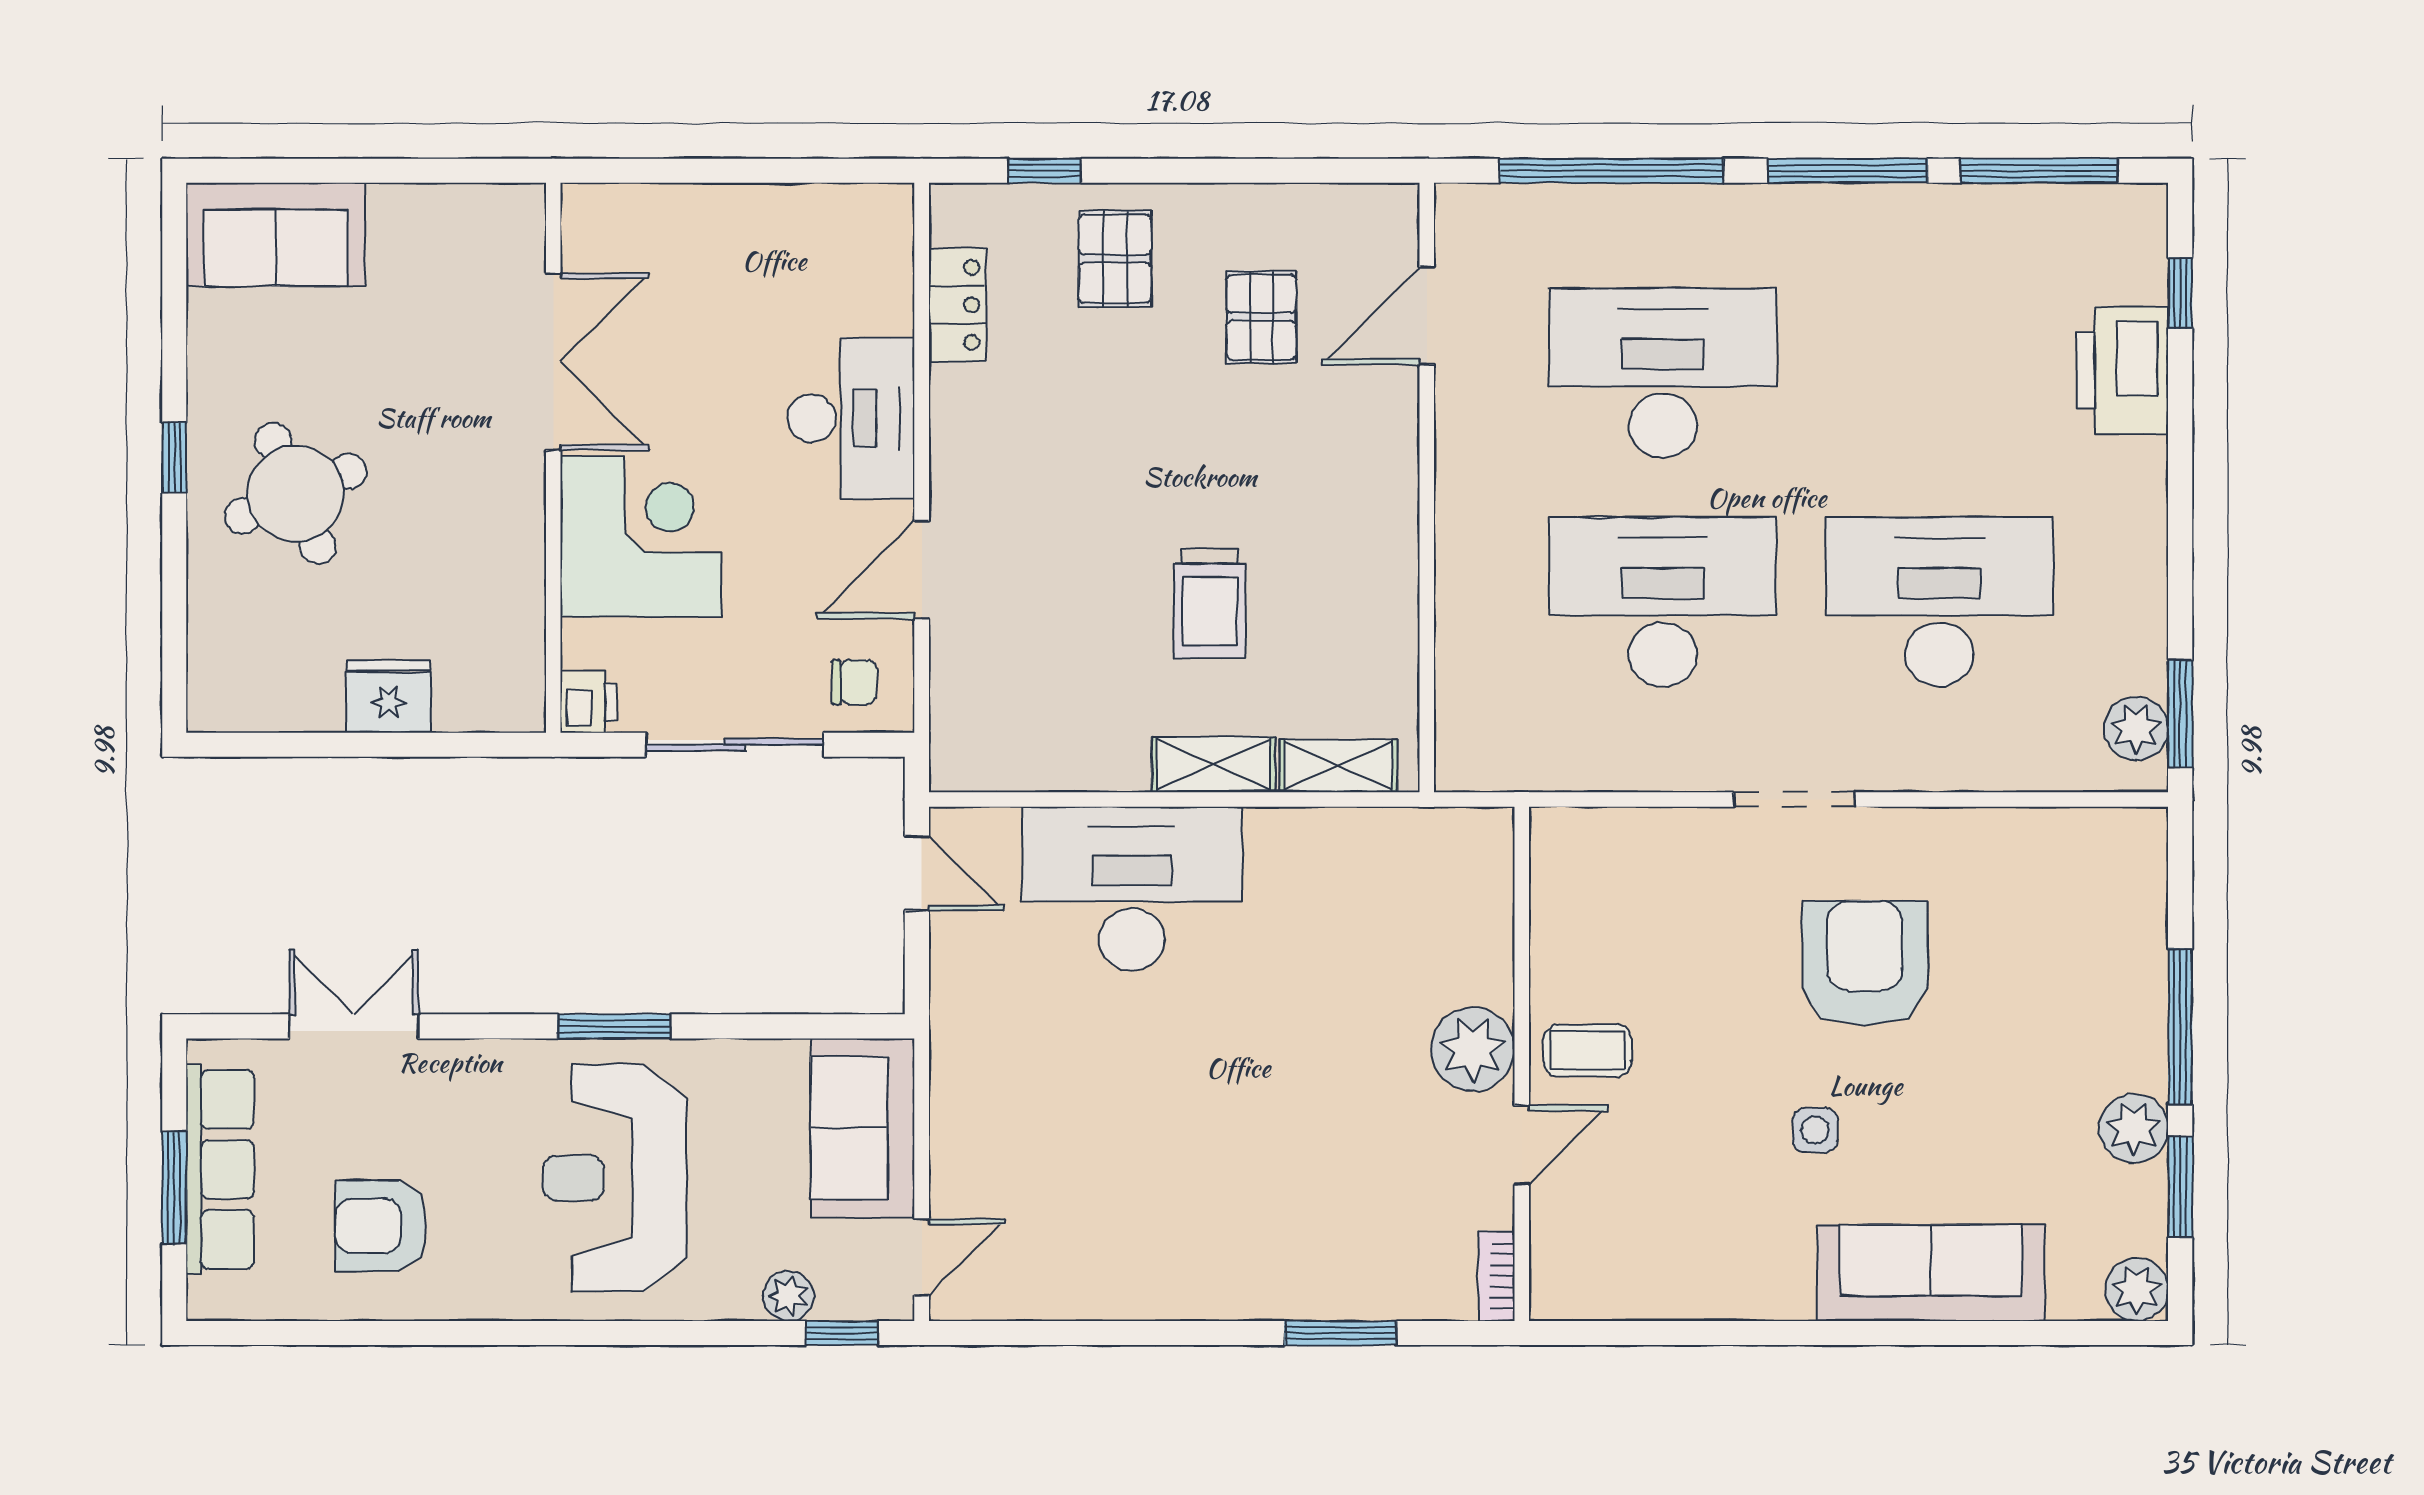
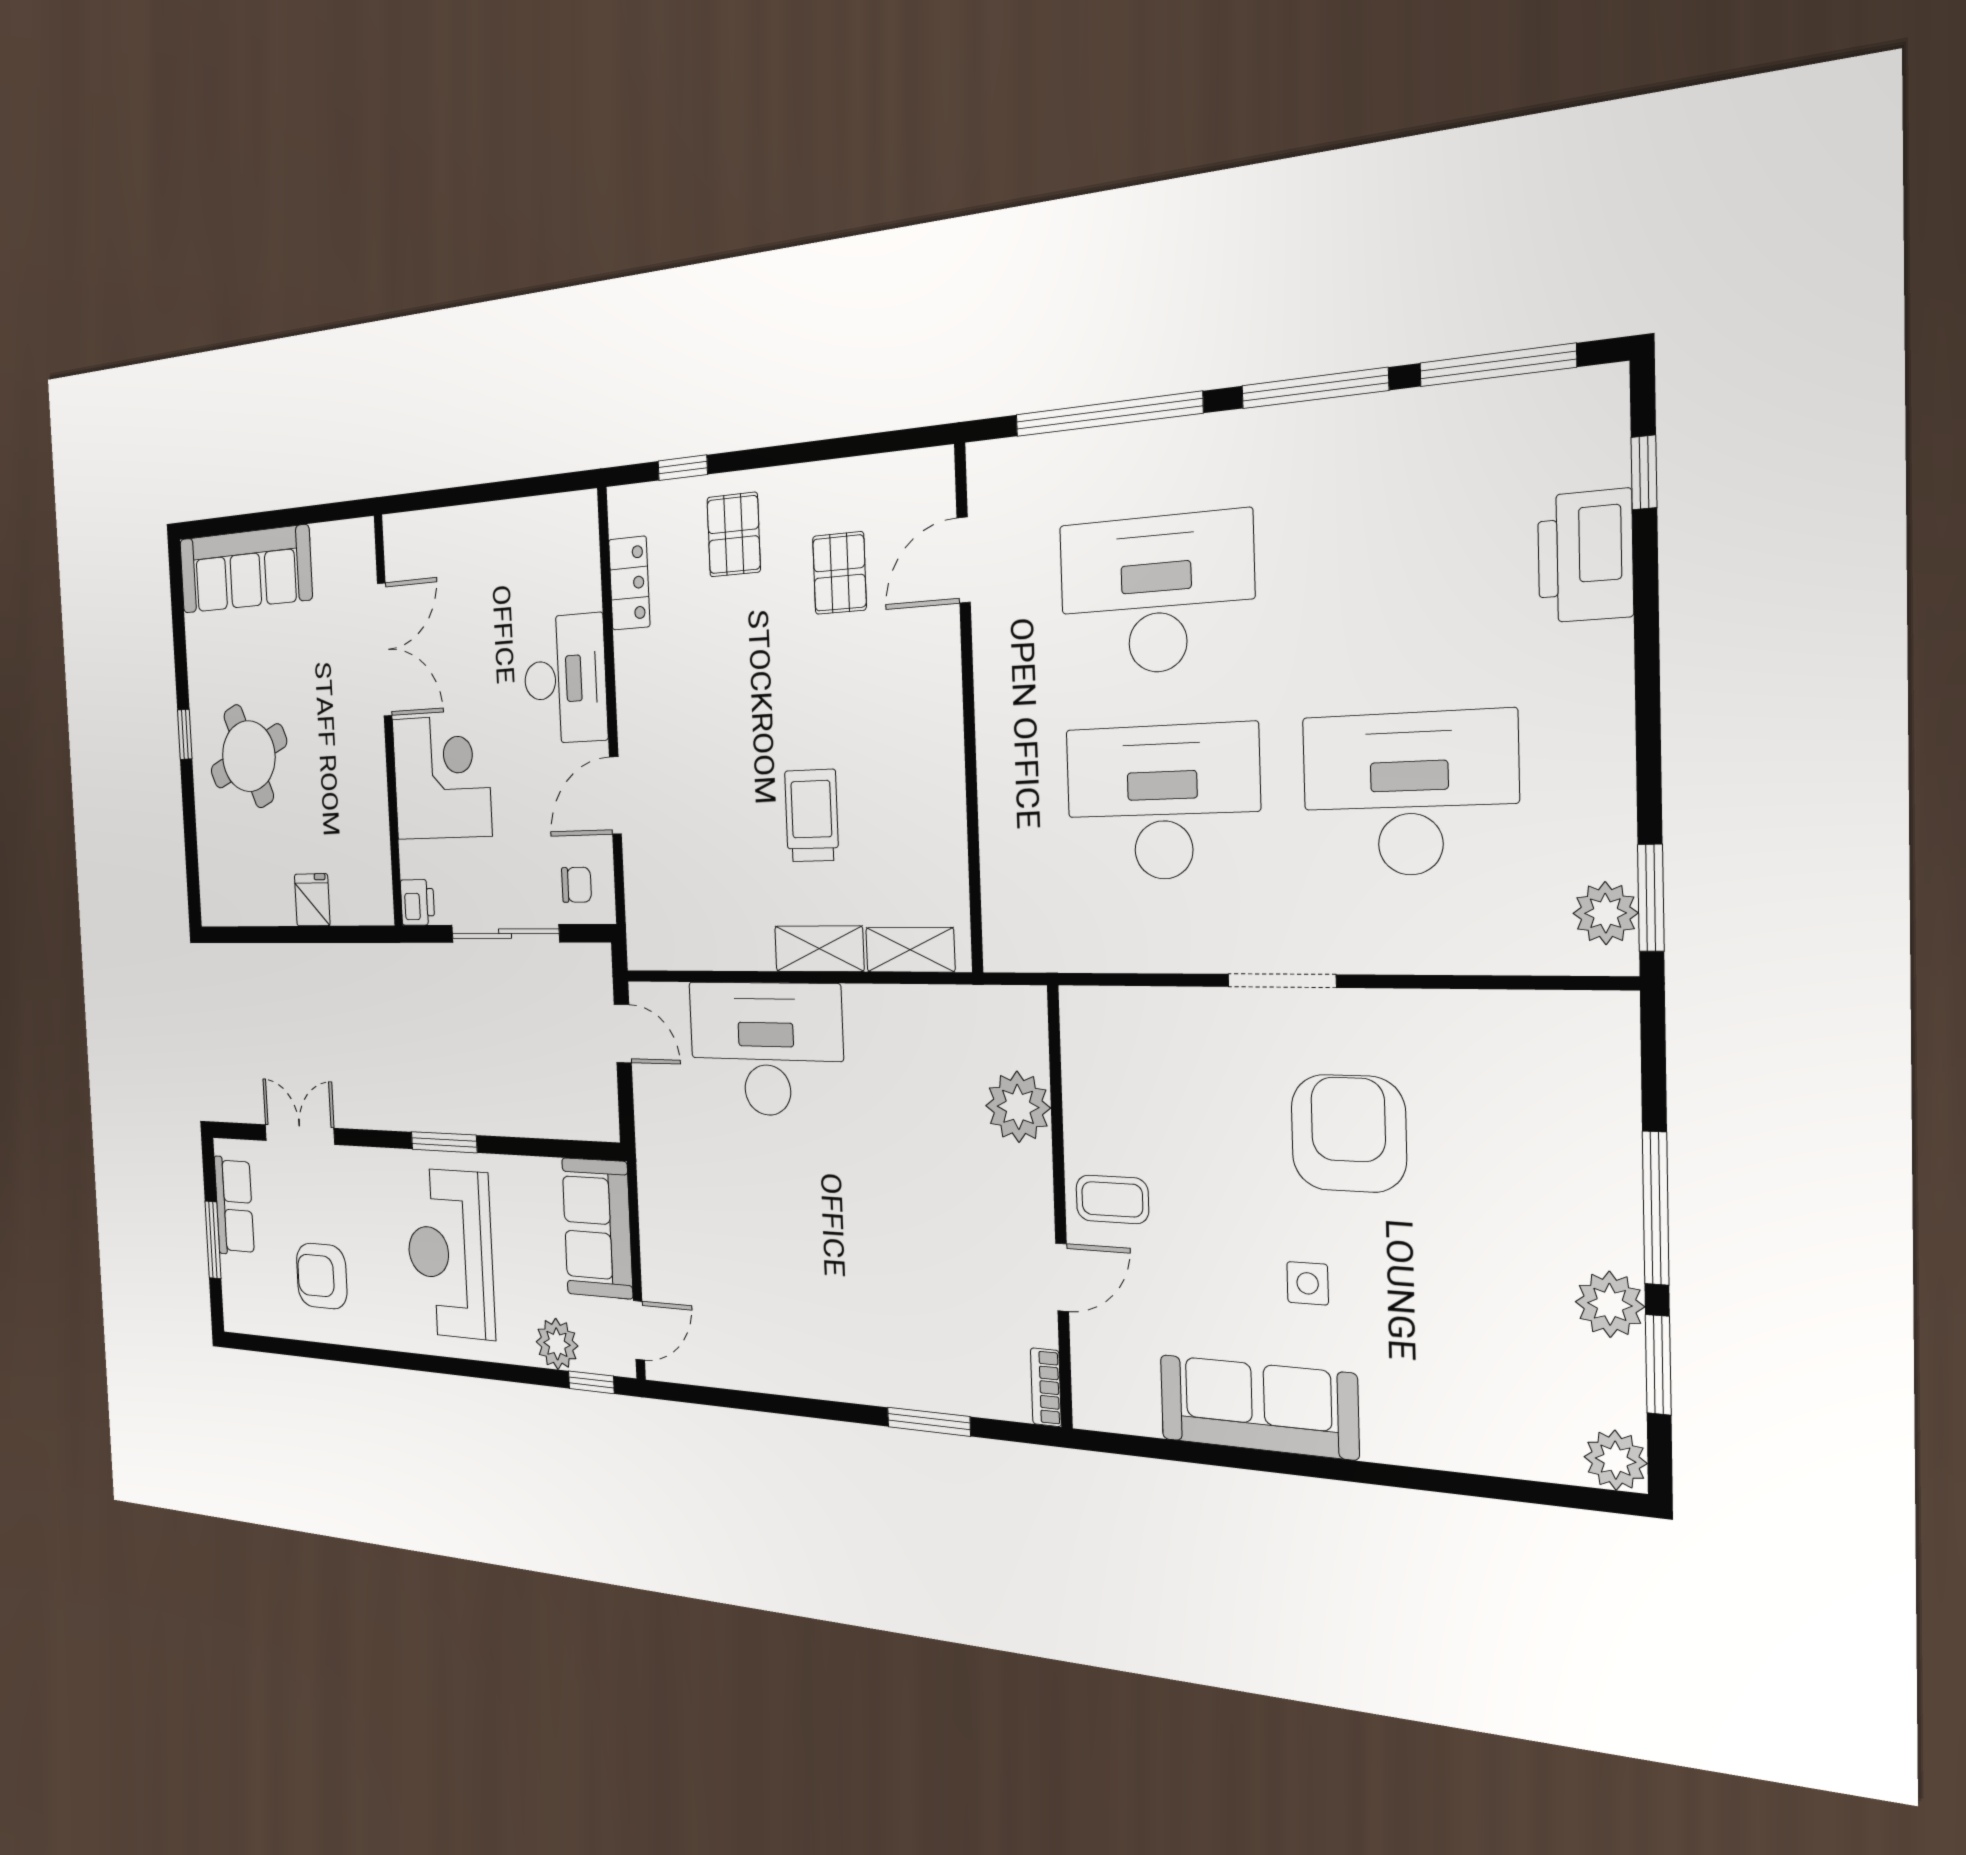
sofa: (276, 234) -> (245, 569), width x1.36
trolley: (1210, 603) -> (812, 816), turned 180
fridge: (388, 697) -> (312, 900), width x0.72
plant: (1473, 1049) -> (1018, 1107), moved
row of seats: (220, 1169) -> (234, 1206), width x0.68
sofa: (1931, 1273) -> (1258, 1407), moved
plant: (788, 1296) -> (557, 1344), width x1.38, depth x1.38

